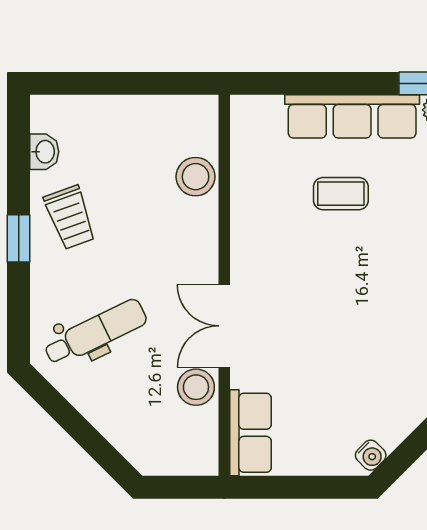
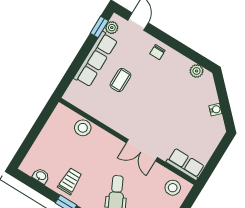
trolley: (70, 217) -> (70, 181), turned -70
stool: (196, 387) -> (173, 188), moved
water cooler: (371, 455) -> (215, 110), moved

